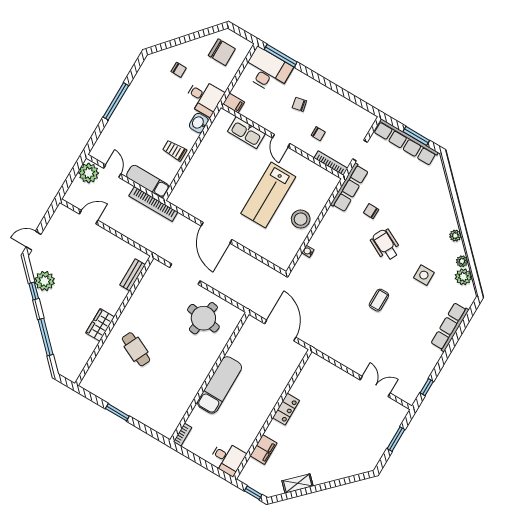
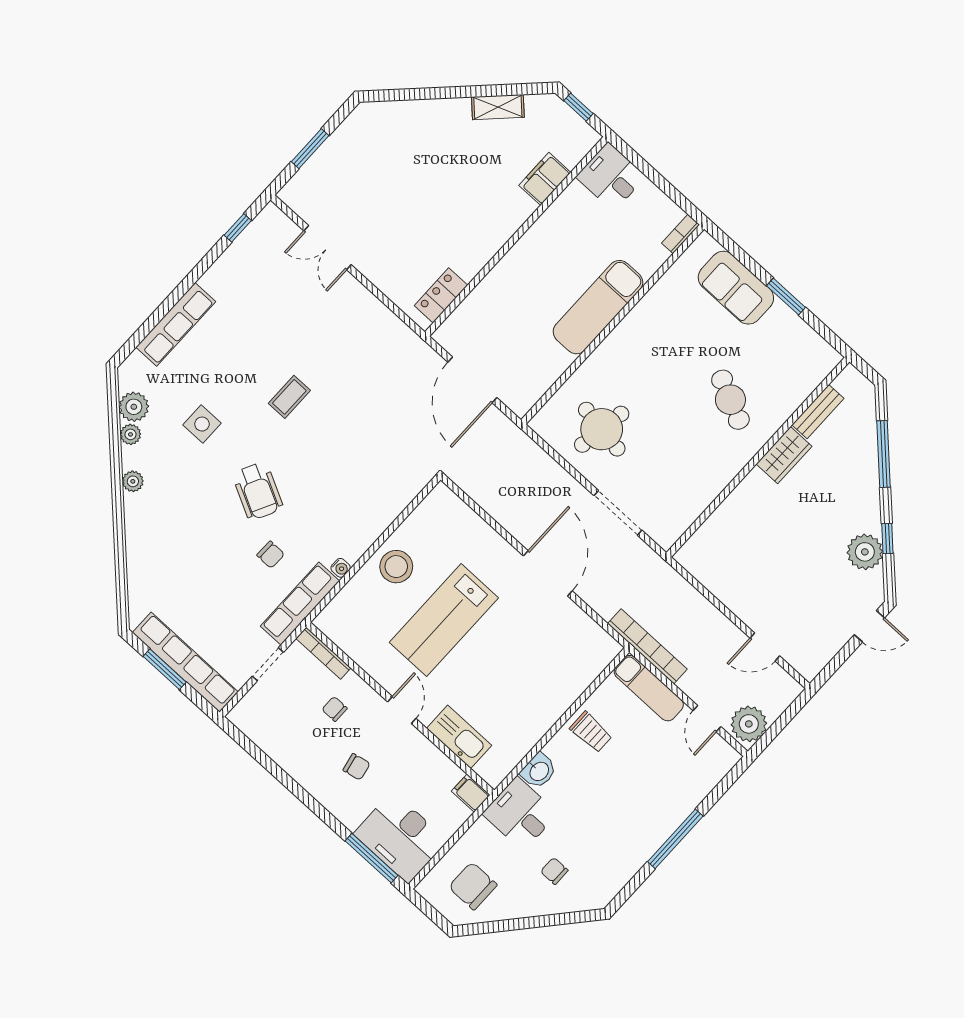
lab bench: (268, 195) -> (444, 620), turned 180
water cooler: (308, 251) -> (341, 568), moved
bench: (133, 275) -> (818, 412), moved
locker: (286, 409) -> (441, 295), moved
sofa: (146, 411) -> (736, 288), added

